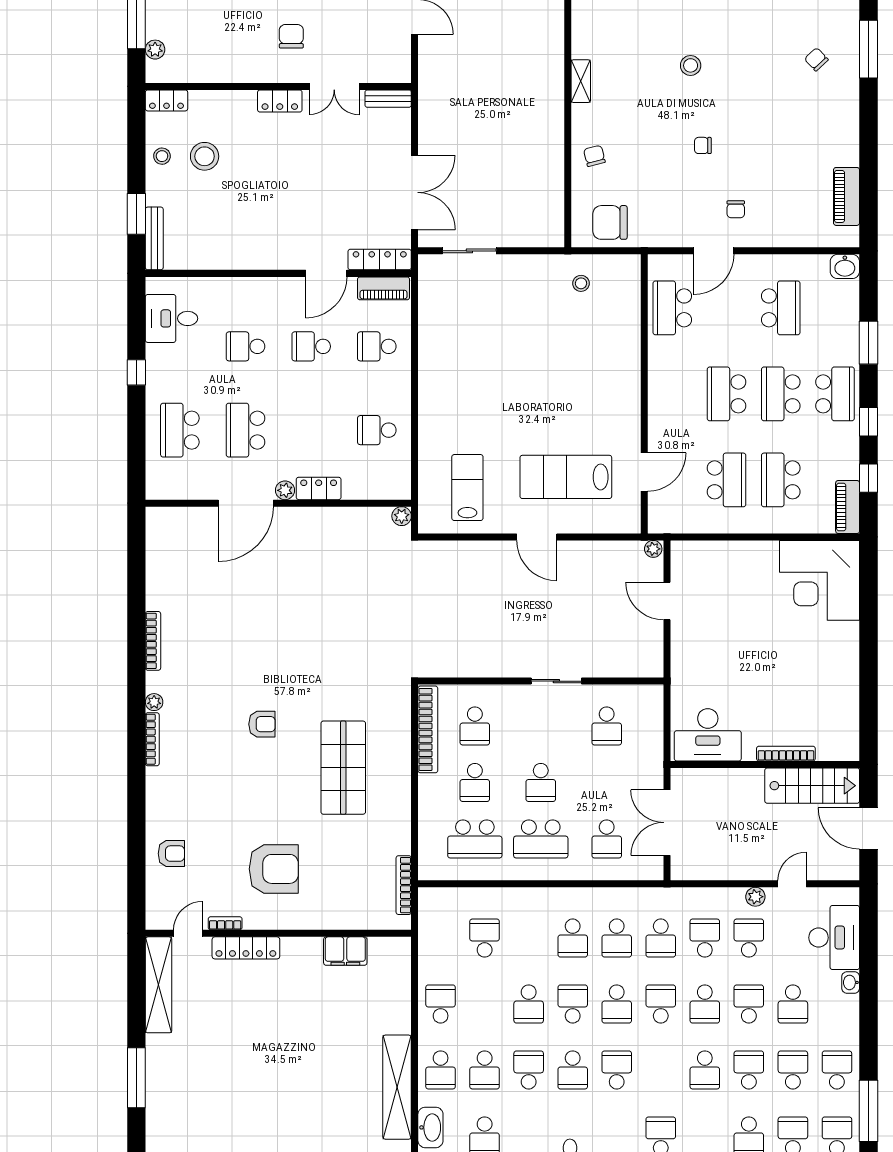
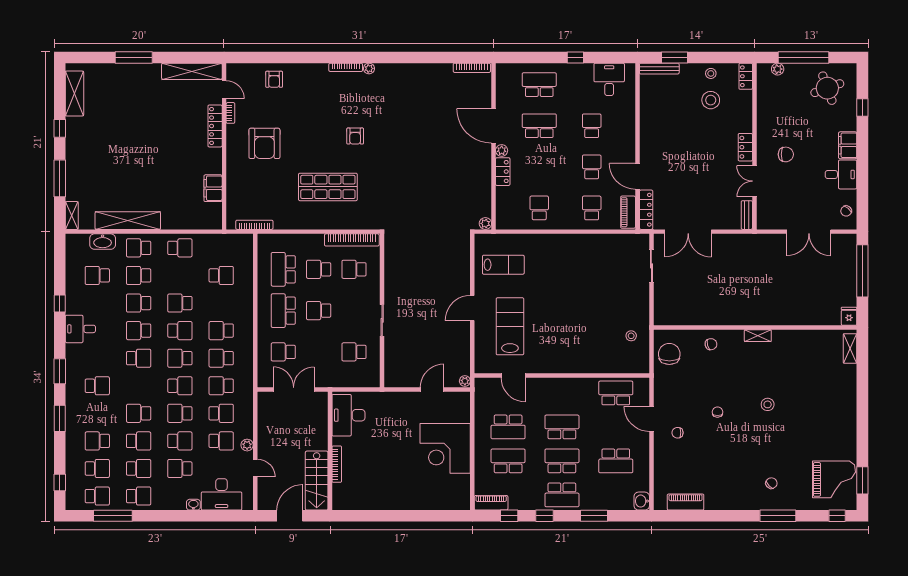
corner desk: (820, 580) -> (445, 448), moved, turned -90
bookcase: (153, 641) -> (472, 68), moved
school desk: (529, 1070) -> (139, 303), turned 180

